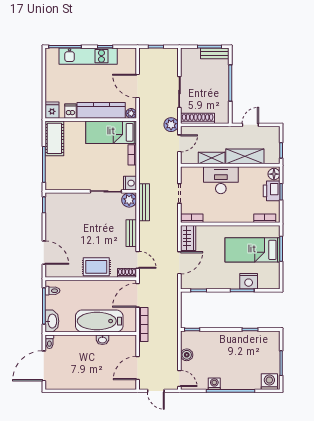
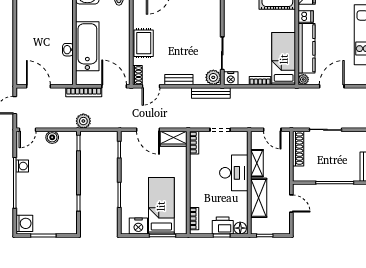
plant: (171, 125) -> (83, 121), moved
nightstand: (249, 281) -> (138, 226), moved, turned -90

